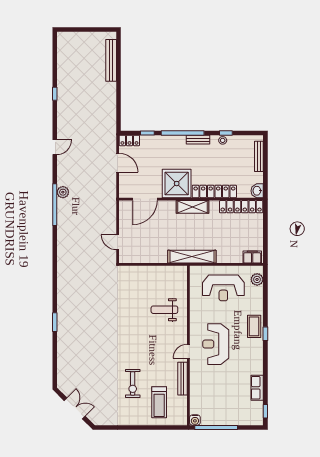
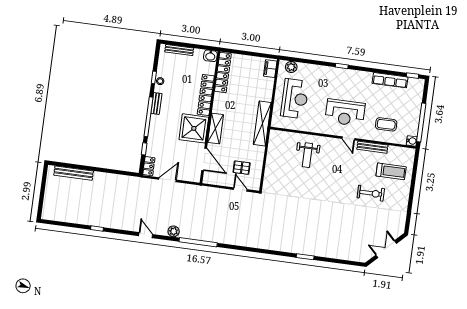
plant: (63, 192) -> (174, 231), moved
shelving: (193, 207) -> (216, 128), moved
pallet: (141, 241) -> (242, 168), added
door: (118, 242) -> (240, 190), swing flipped
coffee table: (254, 326) -> (386, 124), moved
row of seats: (257, 388) -> (390, 80), width x1.48

